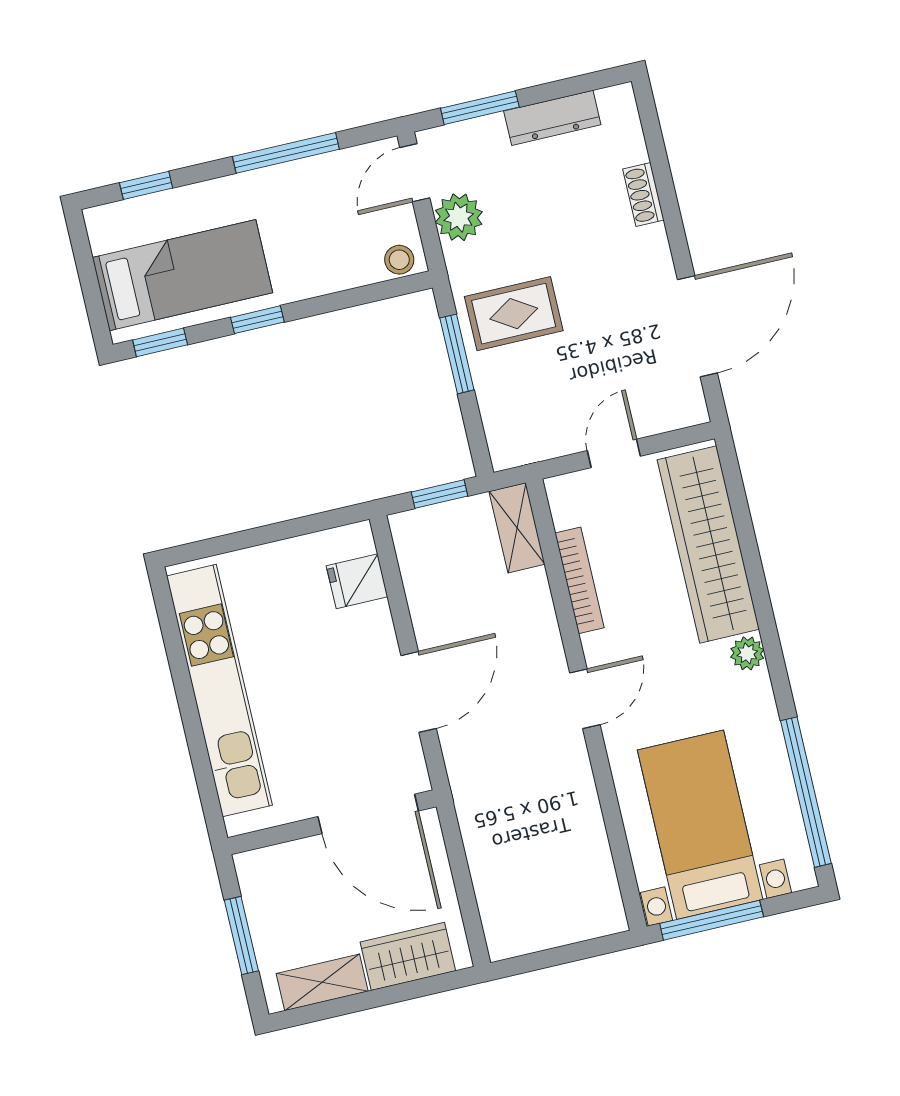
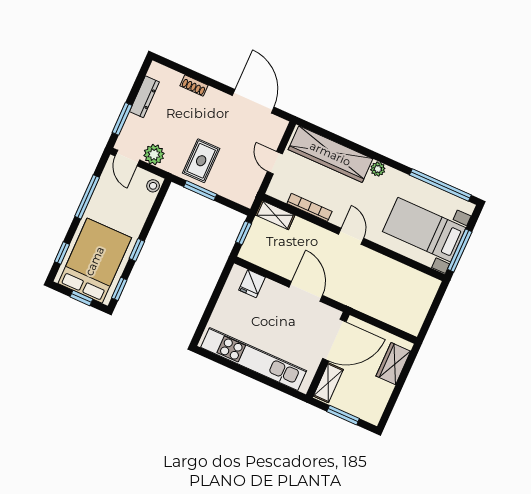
bed: (182, 275) -> (95, 261), width x1.50
window: (90, 285) -> (81, 298), added
shelving: (322, 982) -> (328, 383), moved

